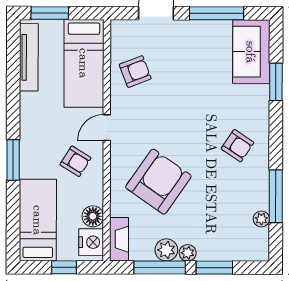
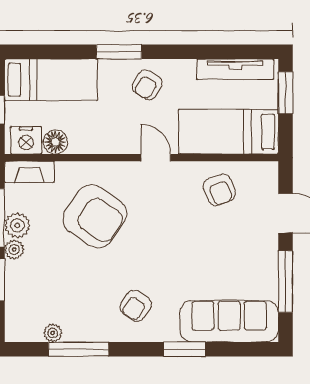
sofa: (251, 52) -> (229, 321), width x1.36
window: (276, 82) -> (185, 349), moved
armchair: (75, 161) -> (147, 85), moved

